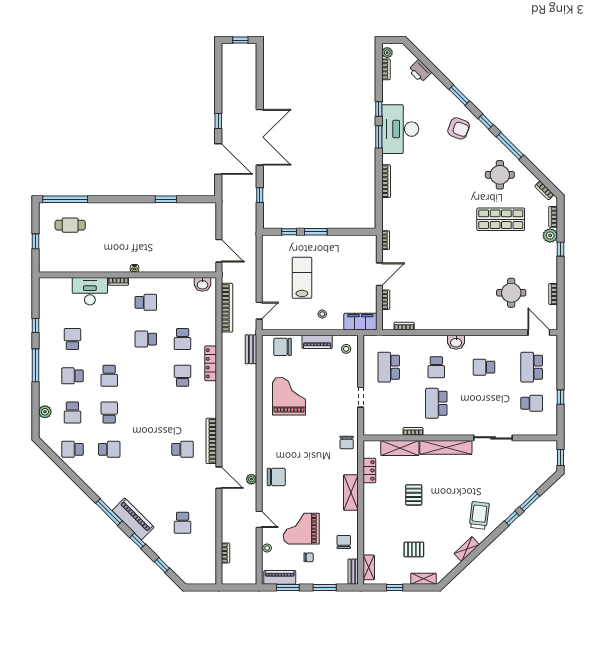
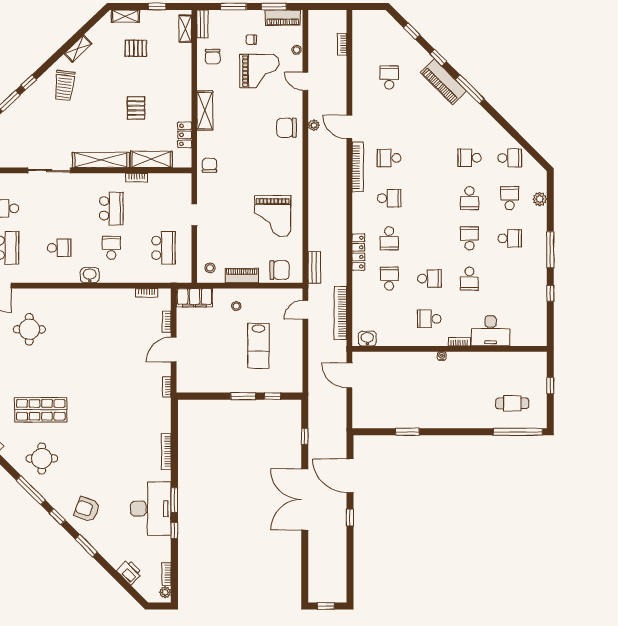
school desk: (72, 339) -> (469, 279), moved
school desk: (183, 413) -> (389, 198), added

